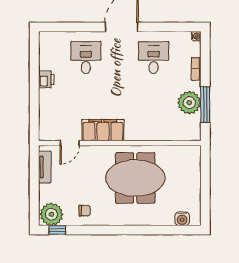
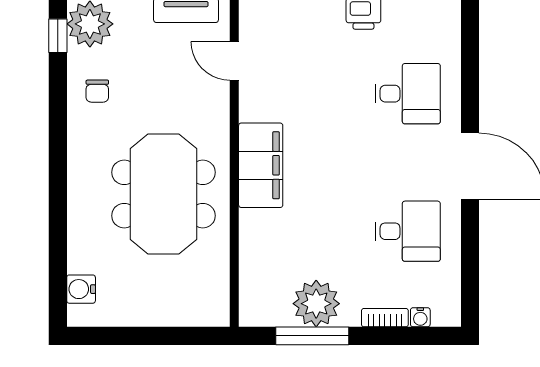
water cooler: (196, 36) -> (420, 317), moved
filing cabinet: (103, 130) -> (261, 165), moved

